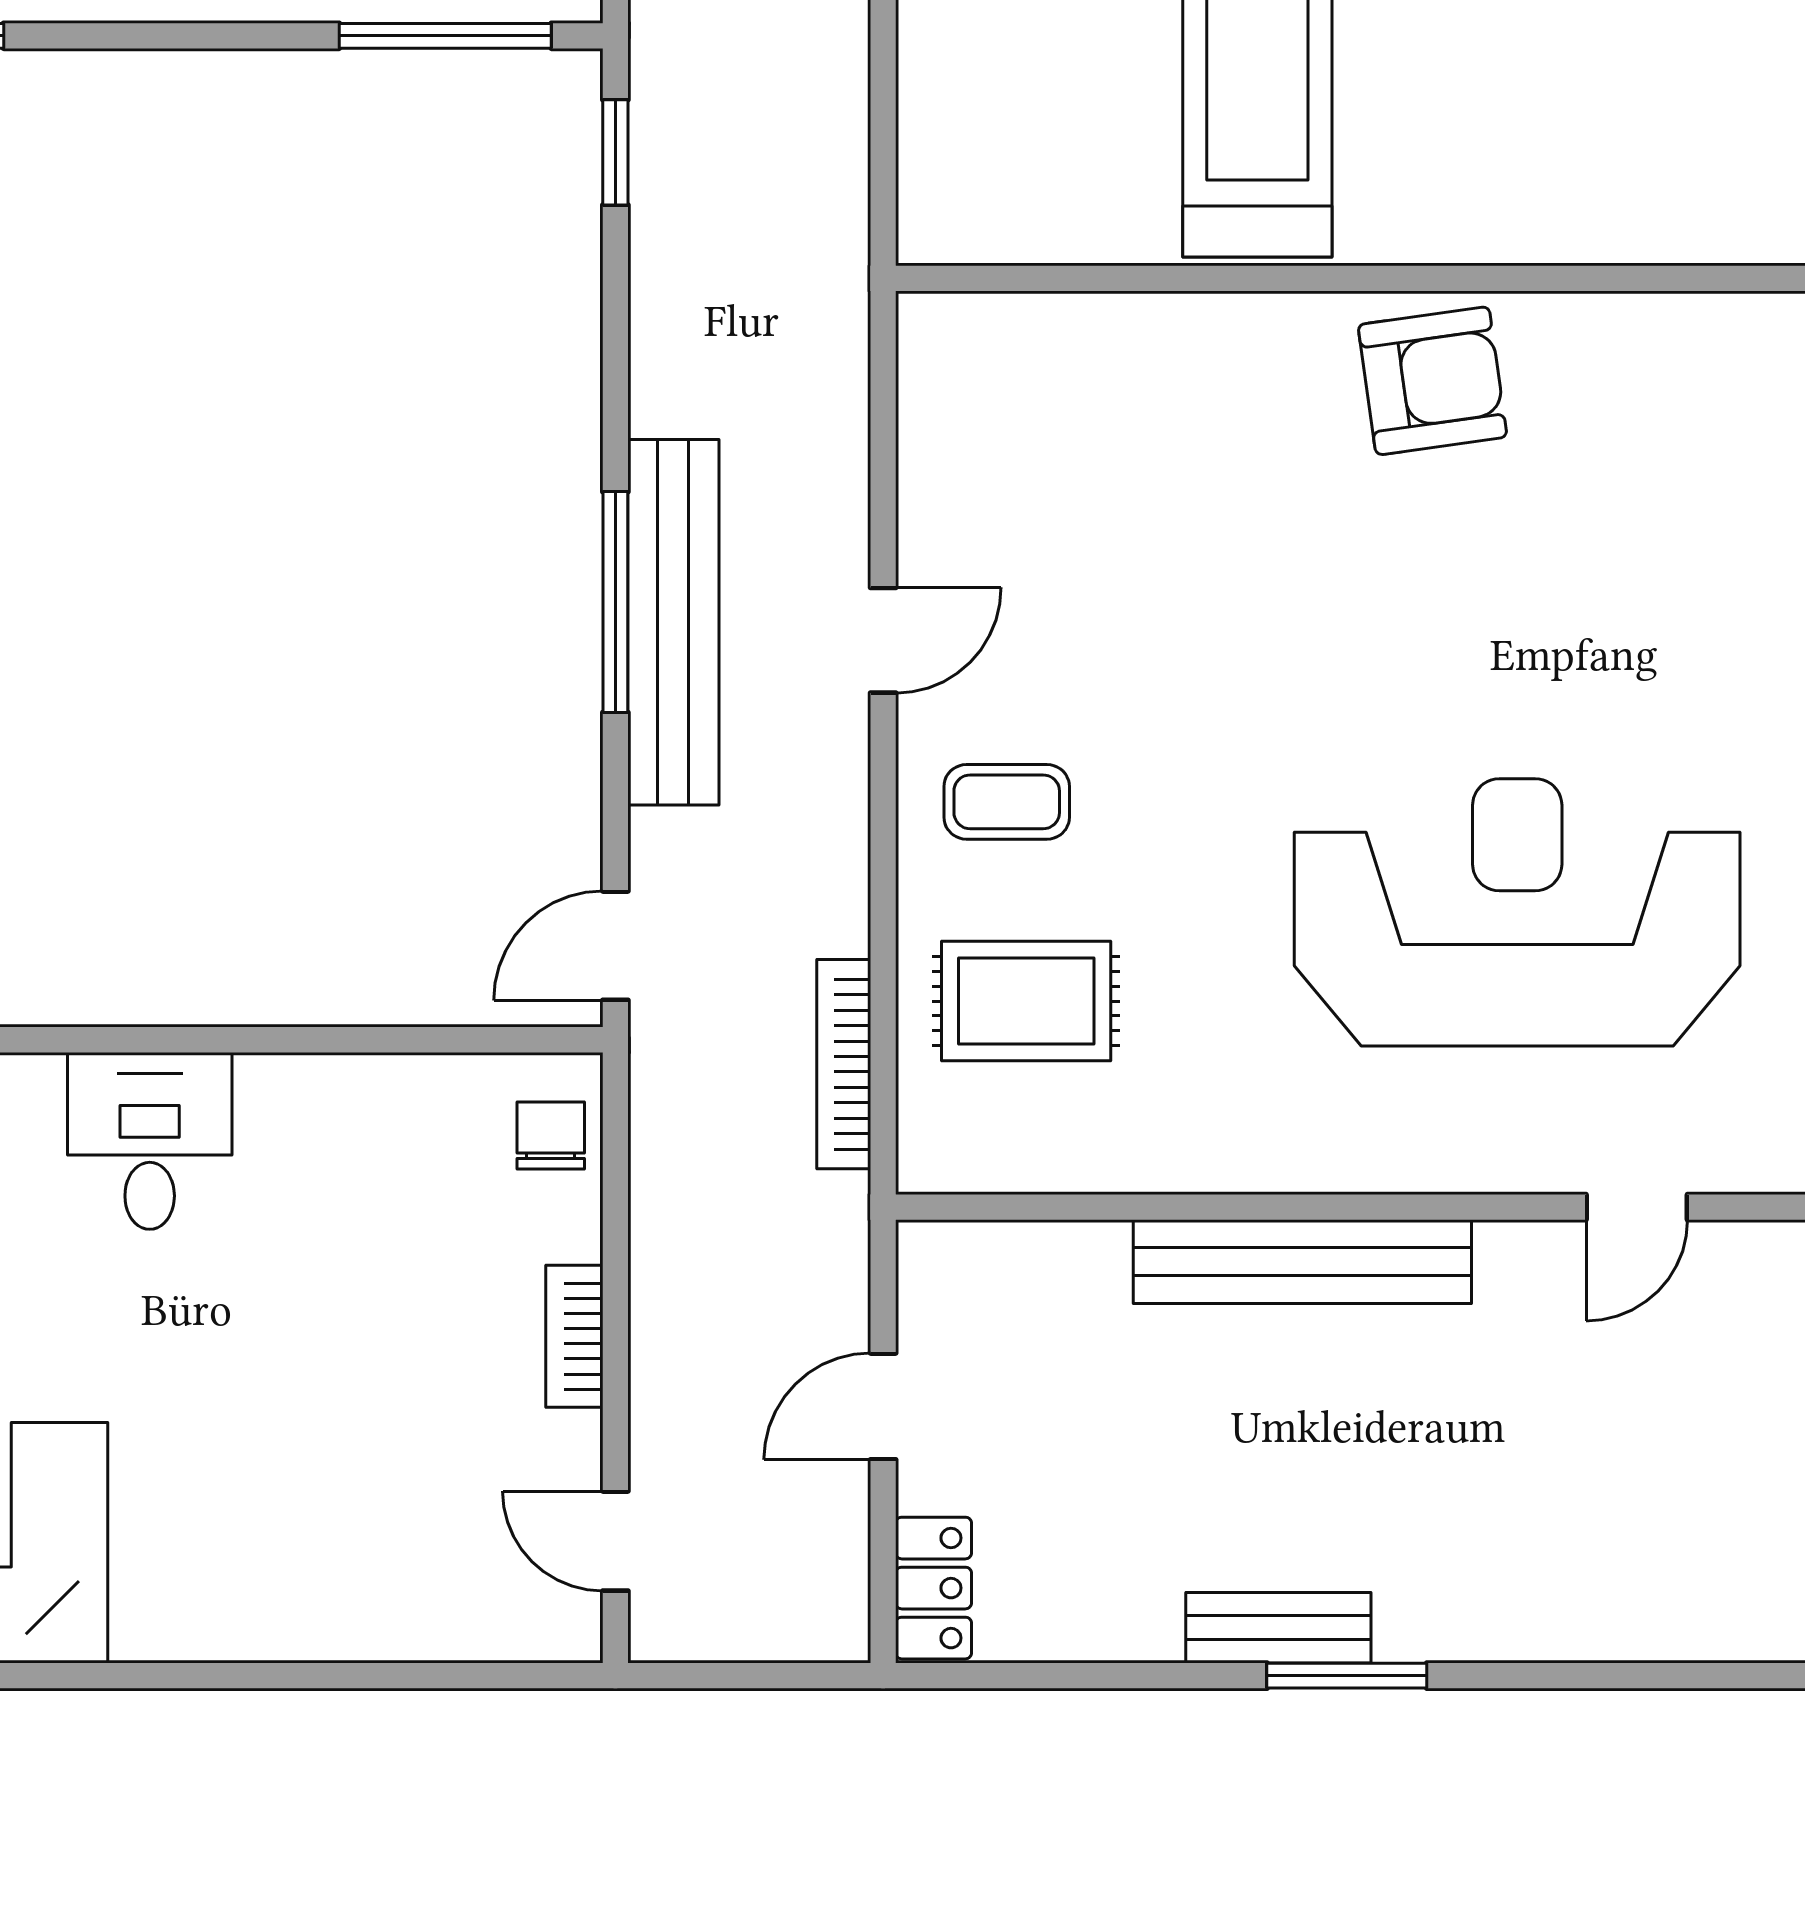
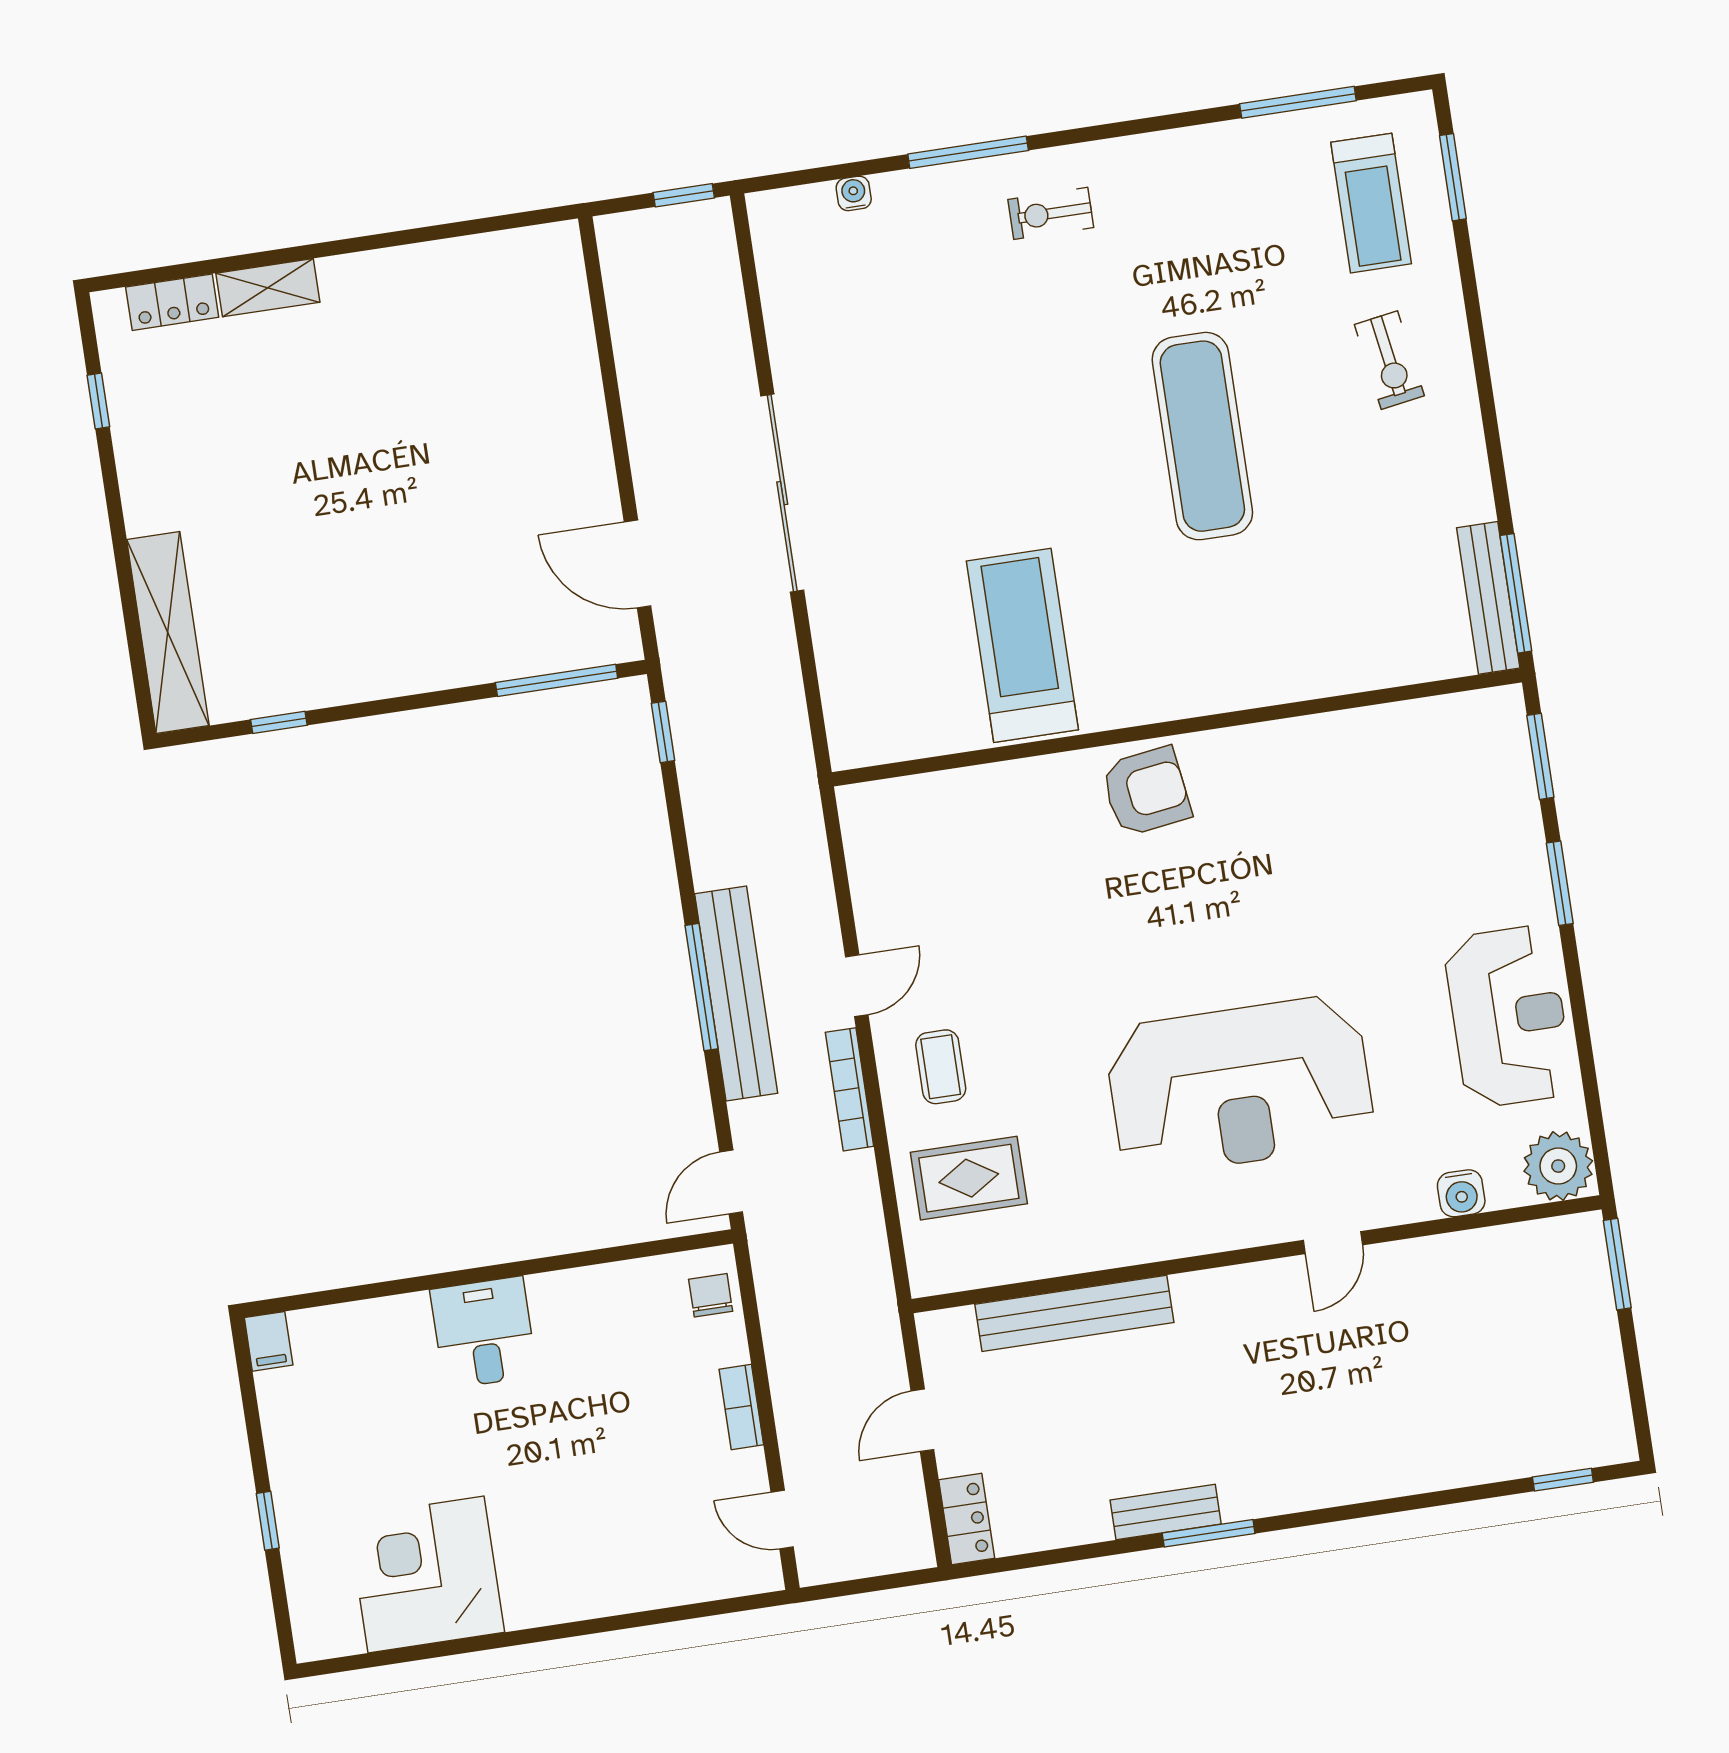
coffee table: (1007, 802) -> (941, 1067), turned 90
reception desk: (1517, 912) -> (1240, 1086), turned 180
bookcase: (844, 1064) -> (850, 1089), moved
bench: (1302, 1262) -> (1074, 1313), moved

